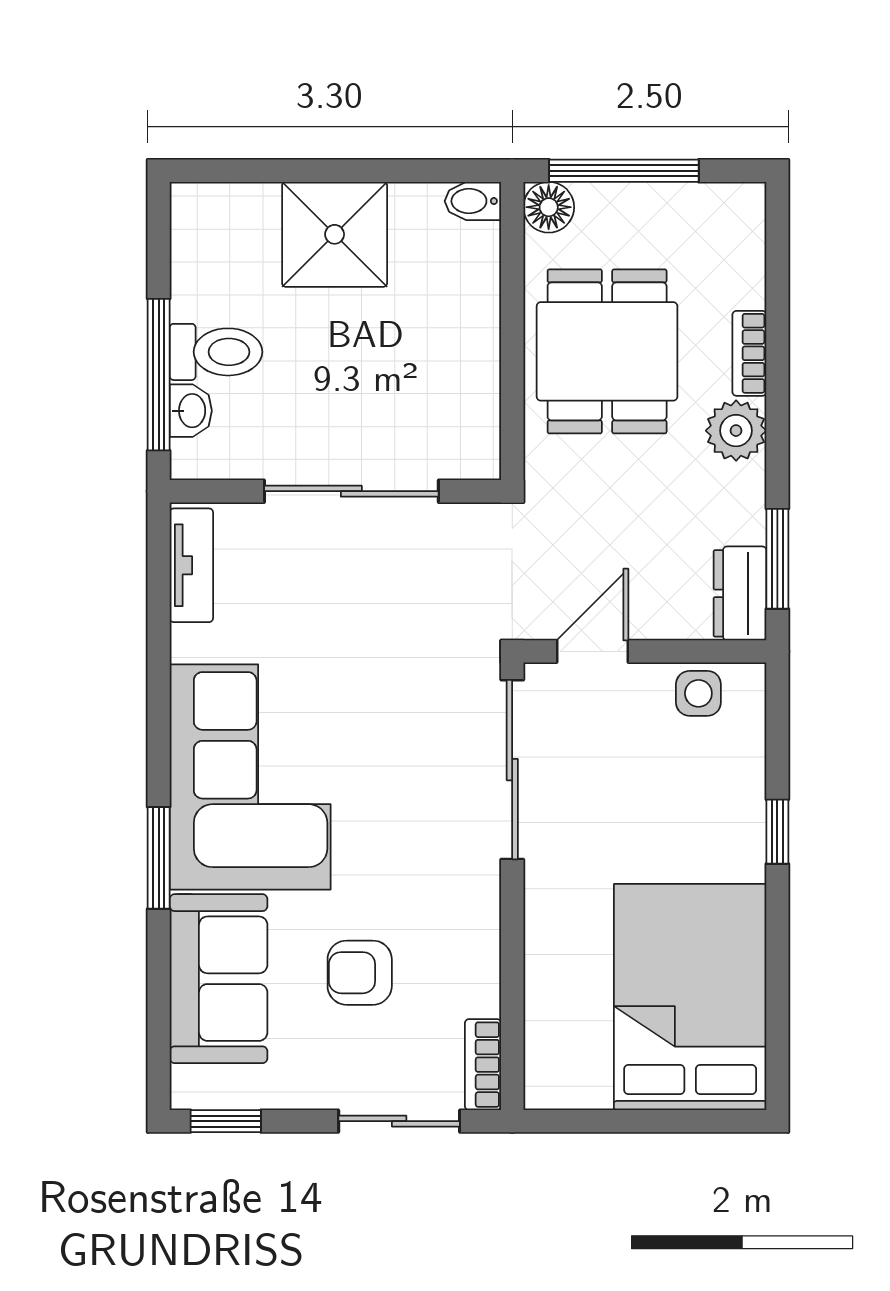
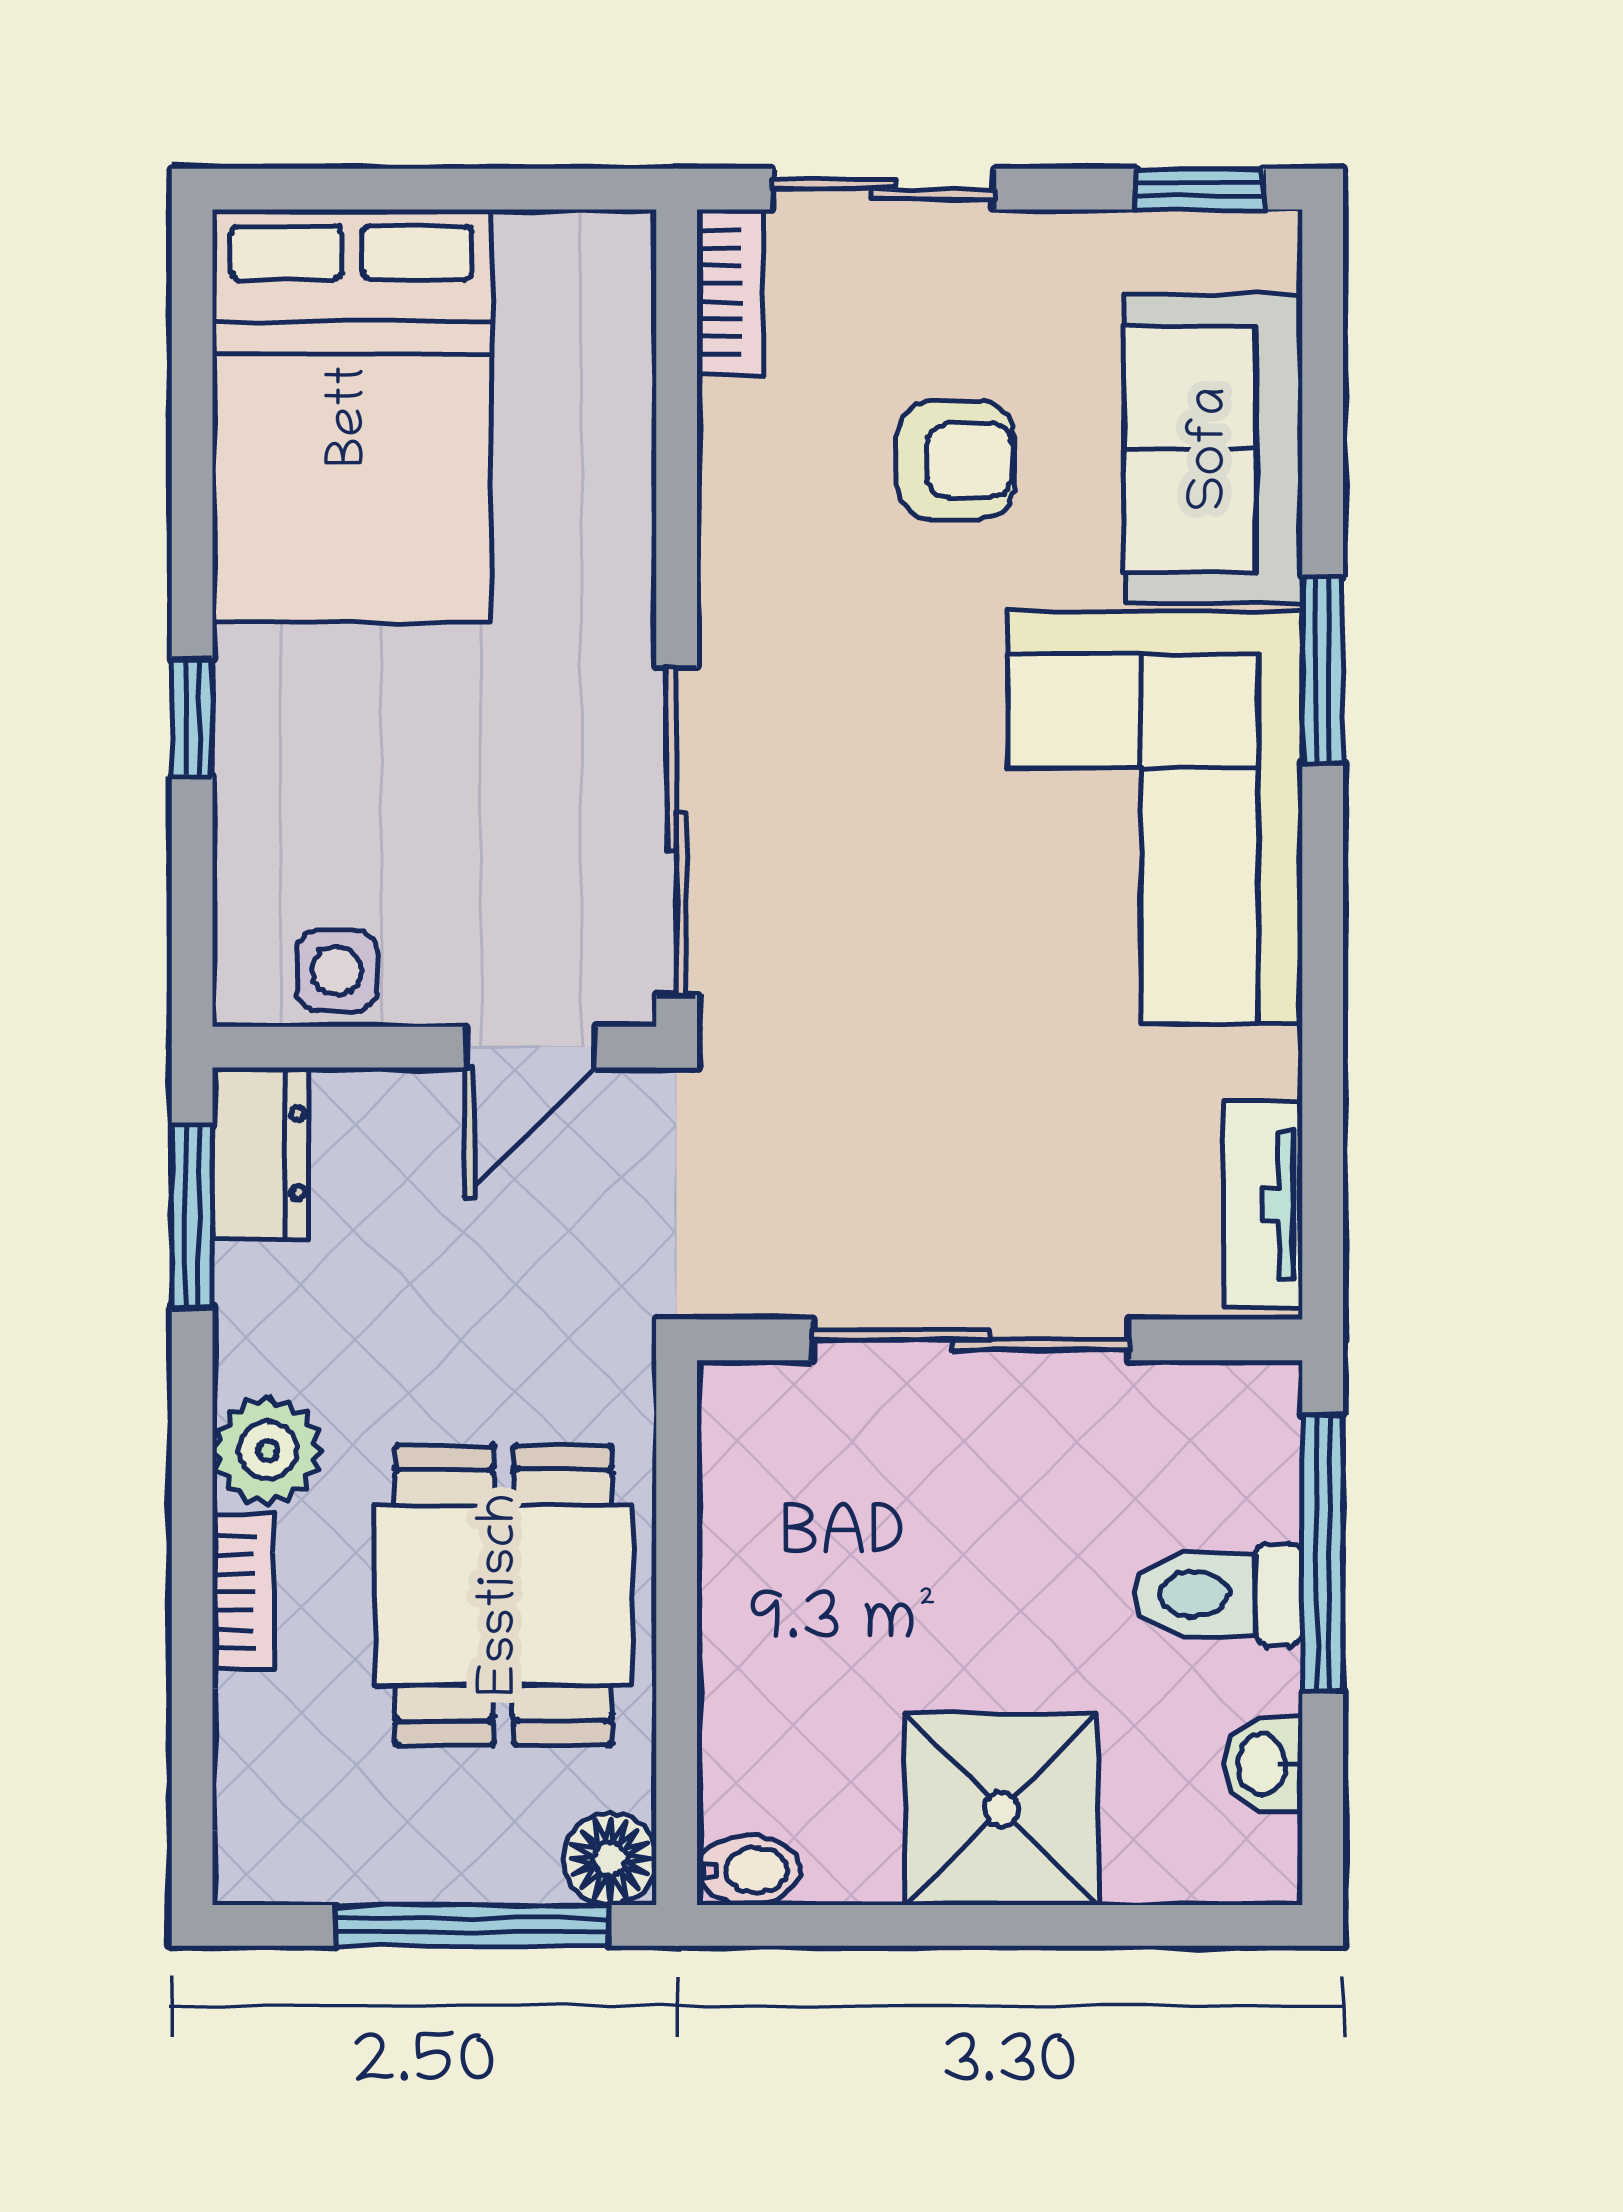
washbasin: (191, 411) -> (1264, 1764), moved

